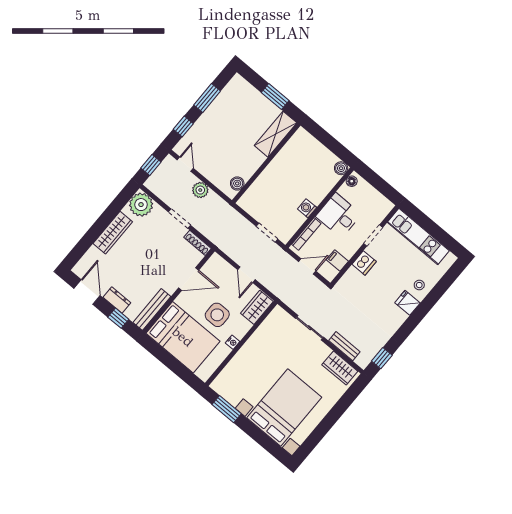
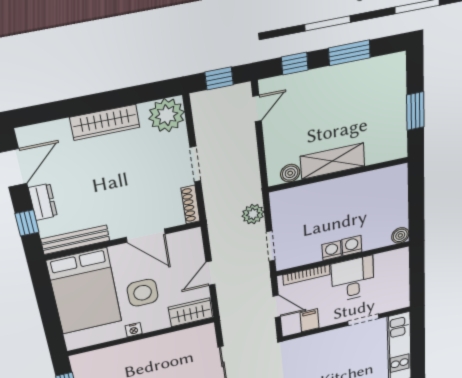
shelving: (276, 134) -> (333, 161), moved
floor lamp: (352, 181) -> (397, 255), removed
plant: (200, 190) -> (253, 214), moved
washing machine: (317, 196) -> (352, 246), added
dishwasher: (364, 263) -> (331, 339), removed

